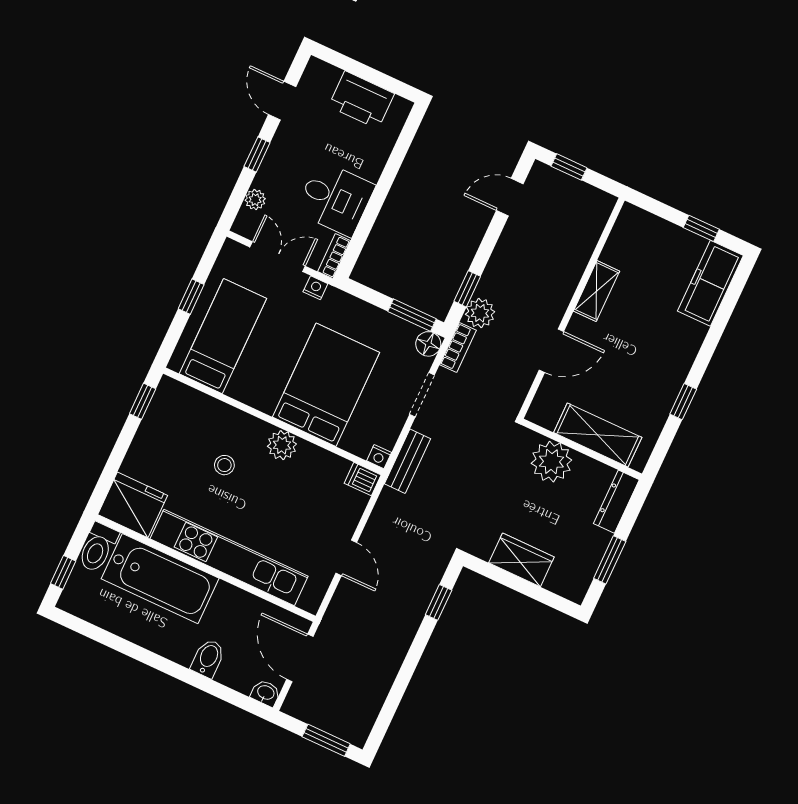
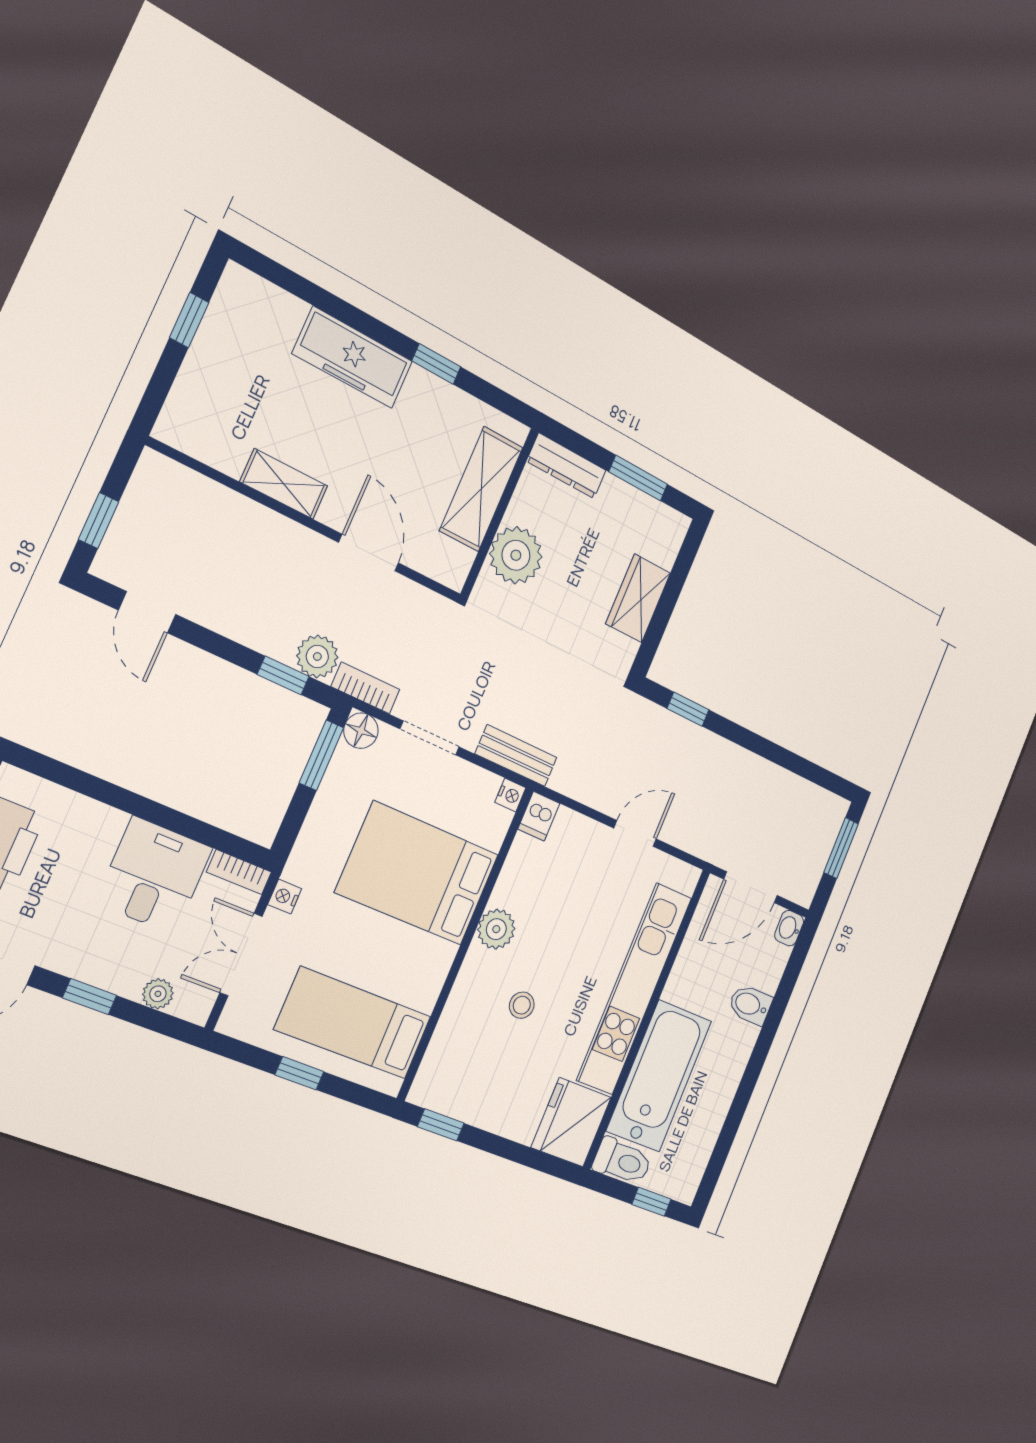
freezer: (710, 283) -> (353, 358), moved

